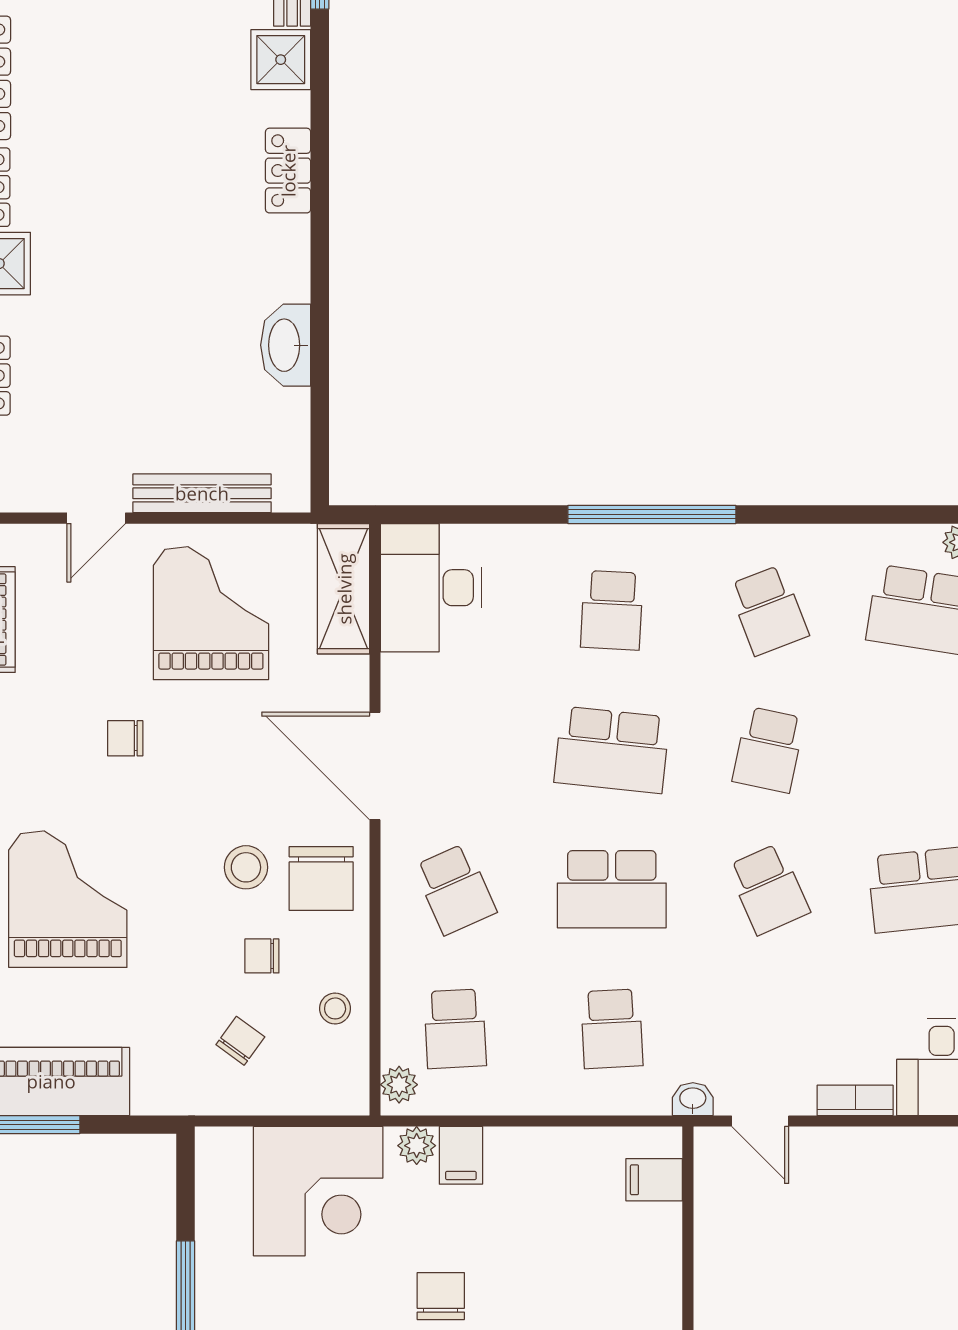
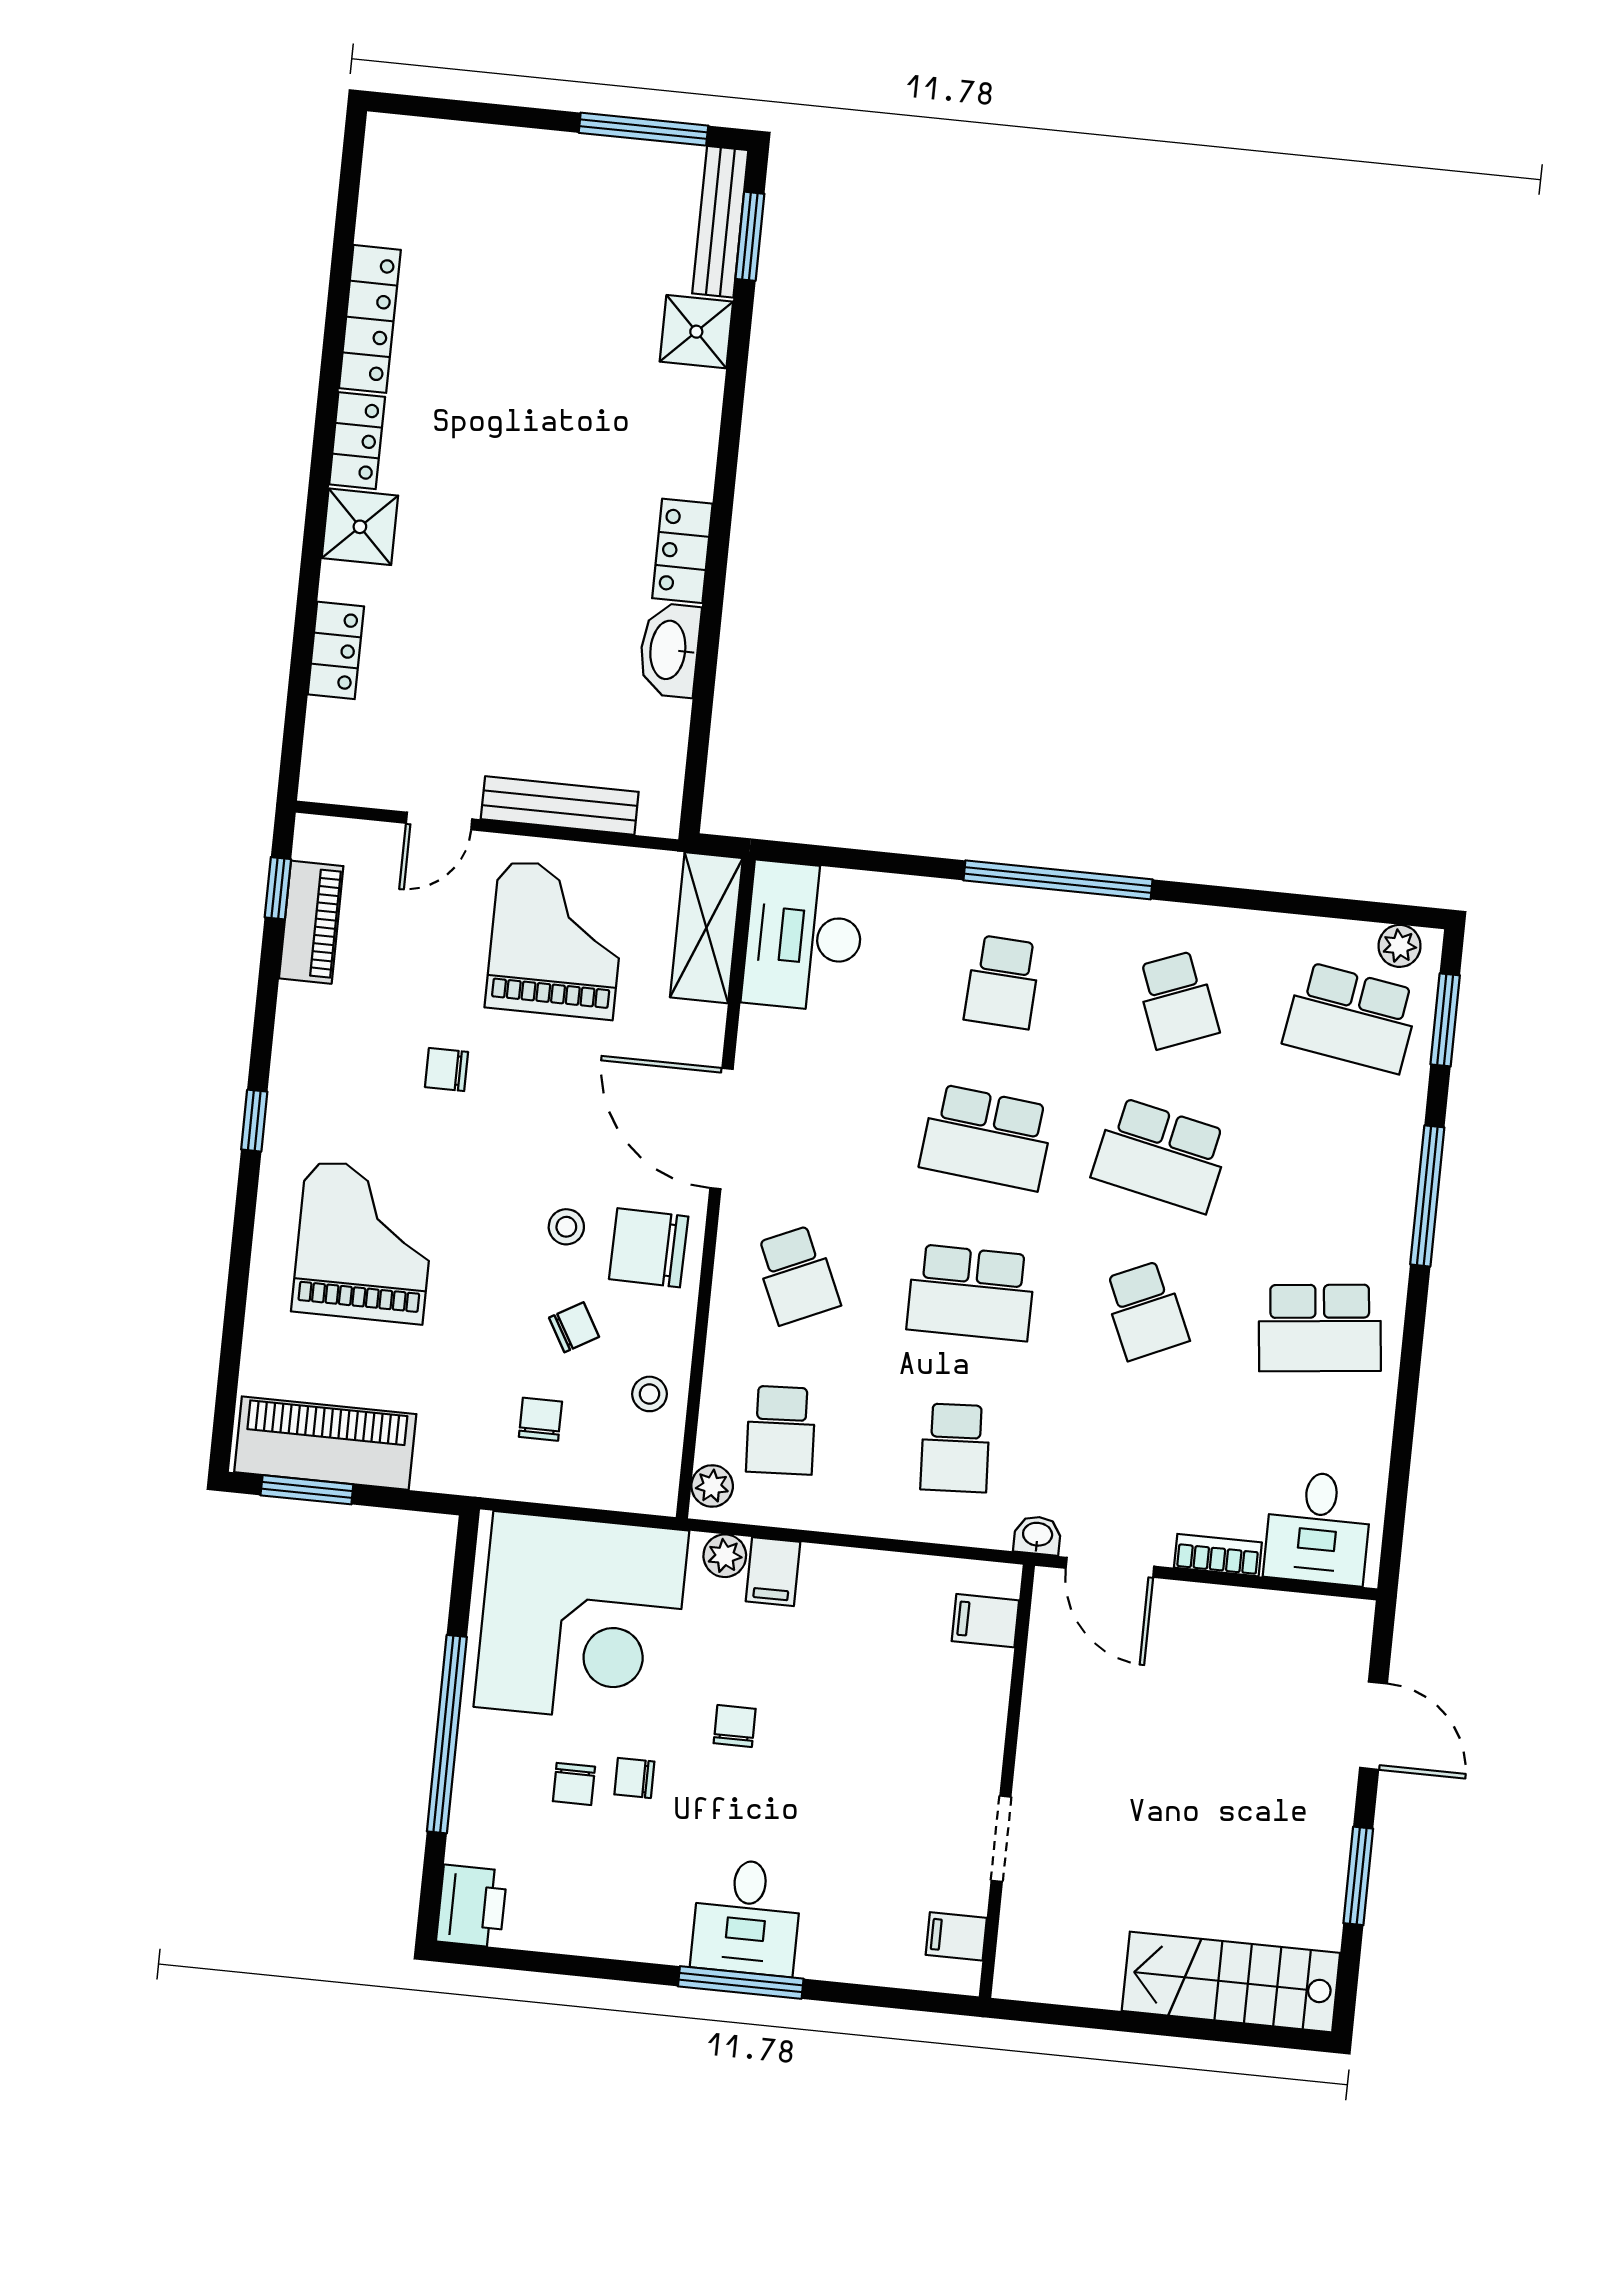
locker: (288, 171) -> (682, 551), moved
school desk: (768, 750) -> (1161, 1155), width x1.85
stool: (246, 867) -> (566, 1227), width x0.73, depth x0.73
chair: (321, 879) -> (649, 1248), turned 91
chair: (262, 956) -> (574, 1327), turned 150
chair: (240, 1041) -> (540, 1419), turned -36
door: (760, 1121) -> (1110, 1567), width x1.38
corner desk: (318, 1191) -> (581, 1619), width x1.36, depth x1.36
chair: (441, 1296) -> (735, 1726), width x0.73, depth x0.73

